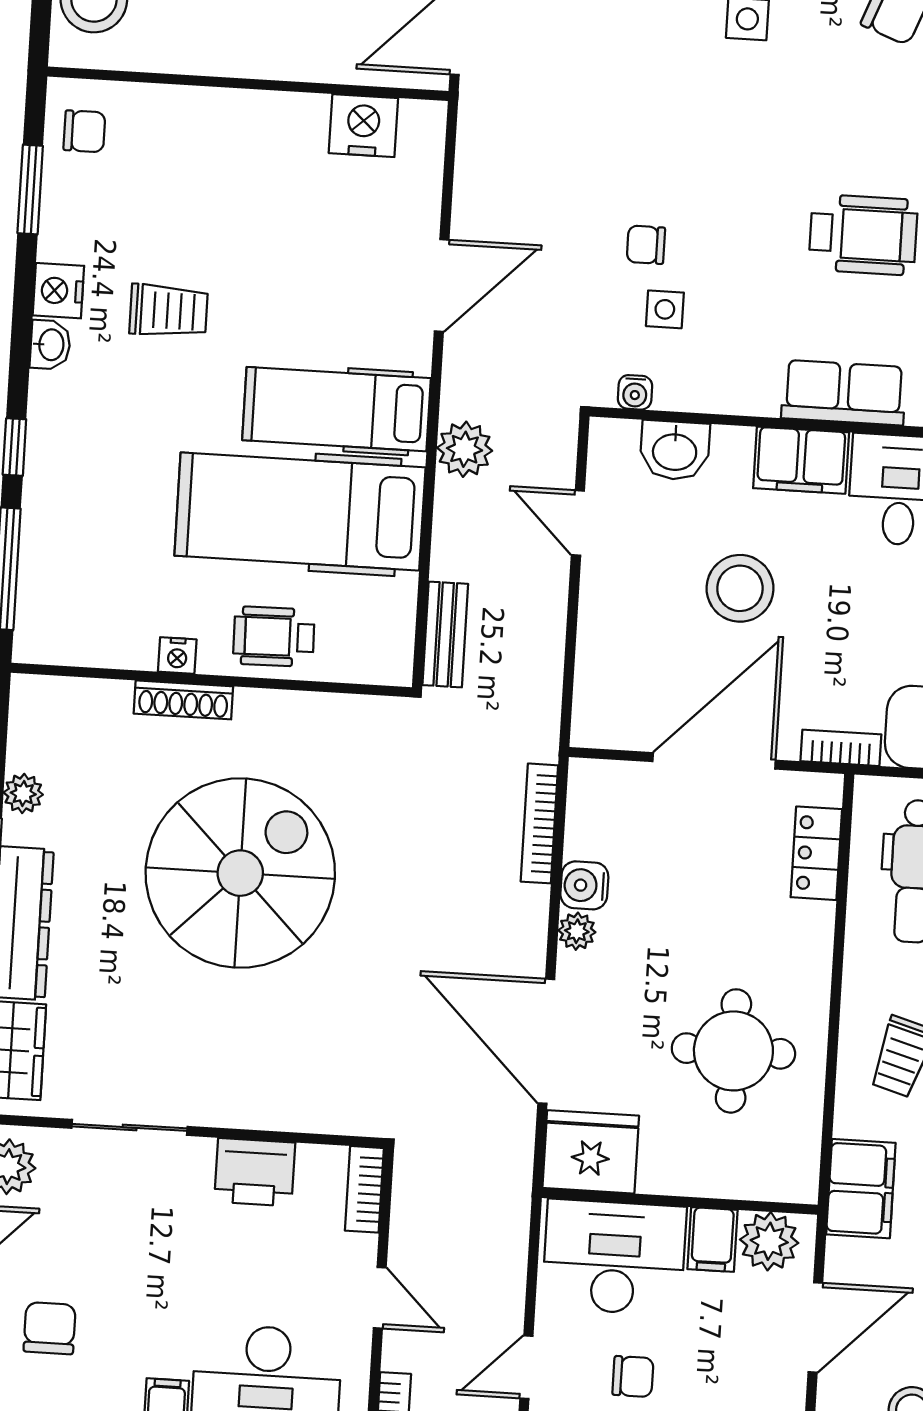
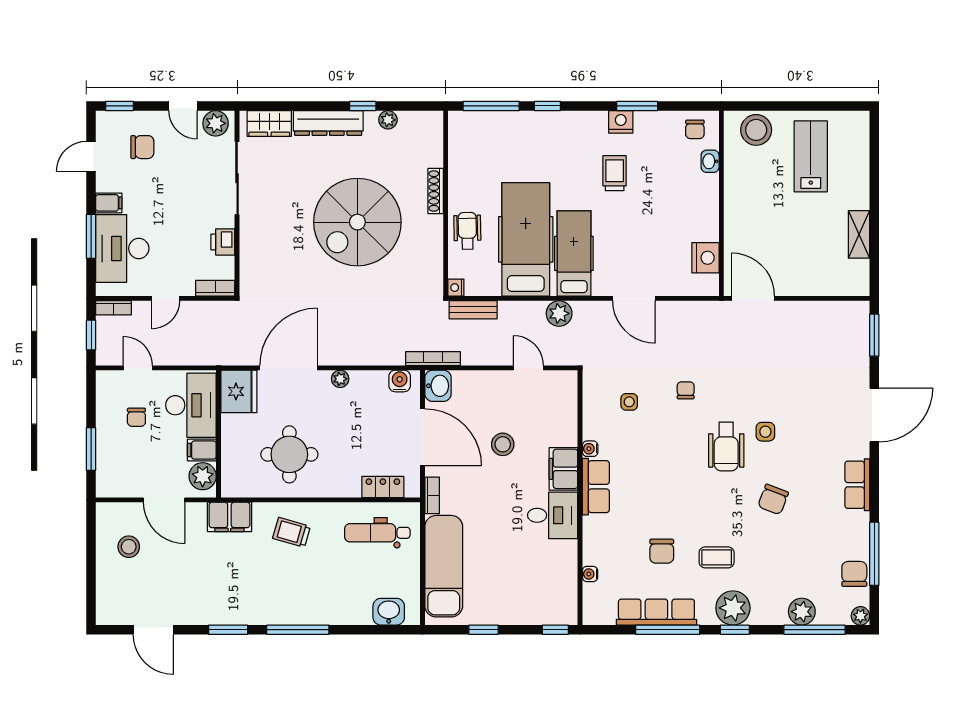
window: (30, 190) -> (637, 106), moved
wheelchair: (863, 235) -> (726, 447), moved
chair: (646, 245) -> (686, 390), moved
trolley: (169, 311) -> (615, 173), turned 180
washbasin: (50, 345) -> (710, 161), moved, turned 90
water cooler: (635, 392) -> (590, 449), moved
washbasin: (675, 450) -> (438, 386), moved, turned 180
door: (578, 523) -> (528, 368), hinge flipped
stool: (740, 588) -> (503, 444), width x0.73, depth x0.73
nightstand: (177, 656) -> (456, 288), moved
bookcase: (539, 823) -> (433, 359), moved
spiral stairs: (240, 873) -> (357, 222), turned 90
water cooler: (584, 885) -> (400, 381), moved
sliding door: (130, 1127) -> (237, 178), width x1.37
printer: (255, 1172) -> (223, 242), width x0.73, depth x0.81

